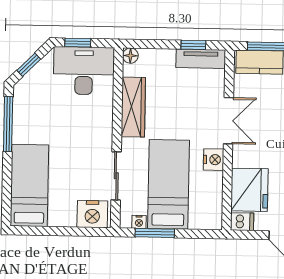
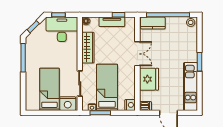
tv unit: (201, 59) -> (112, 22), moved
nightstand: (214, 160) -> (130, 105), moved
bed: (30, 185) -> (49, 89), moved
fridge: (249, 190) -> (149, 79), moved

